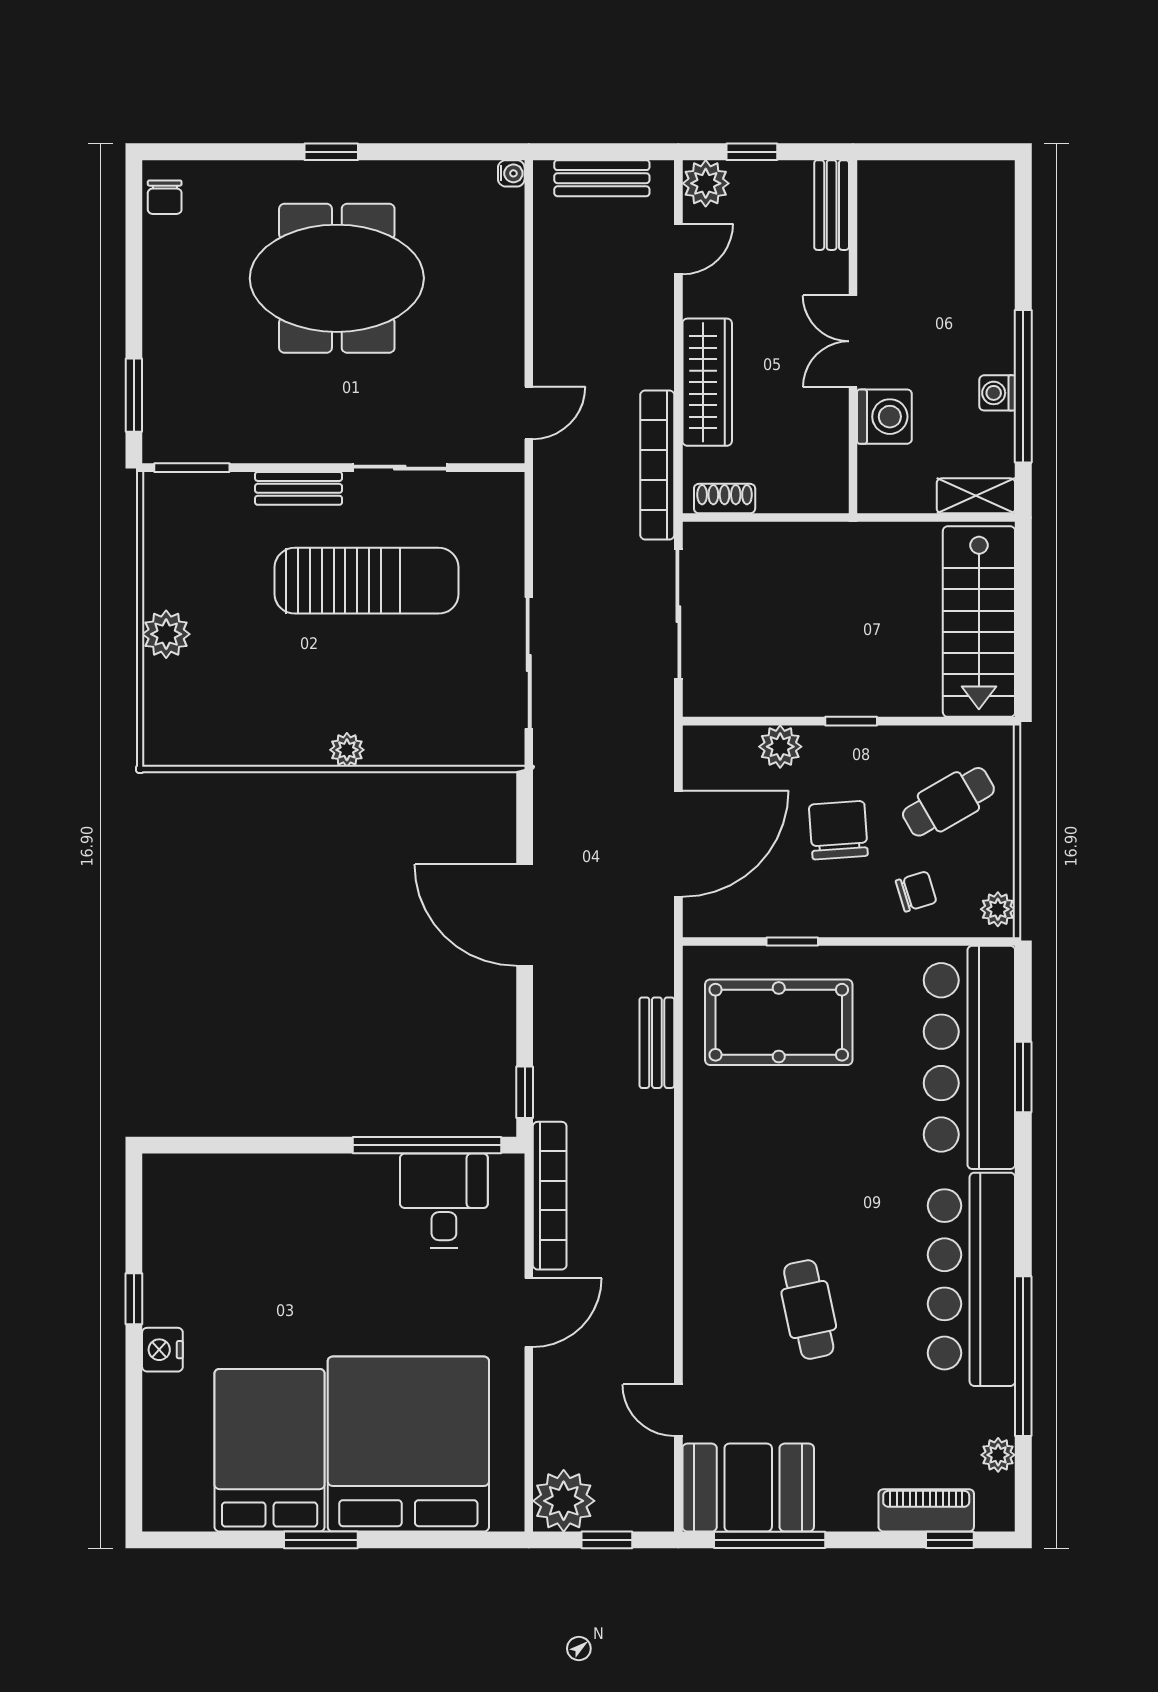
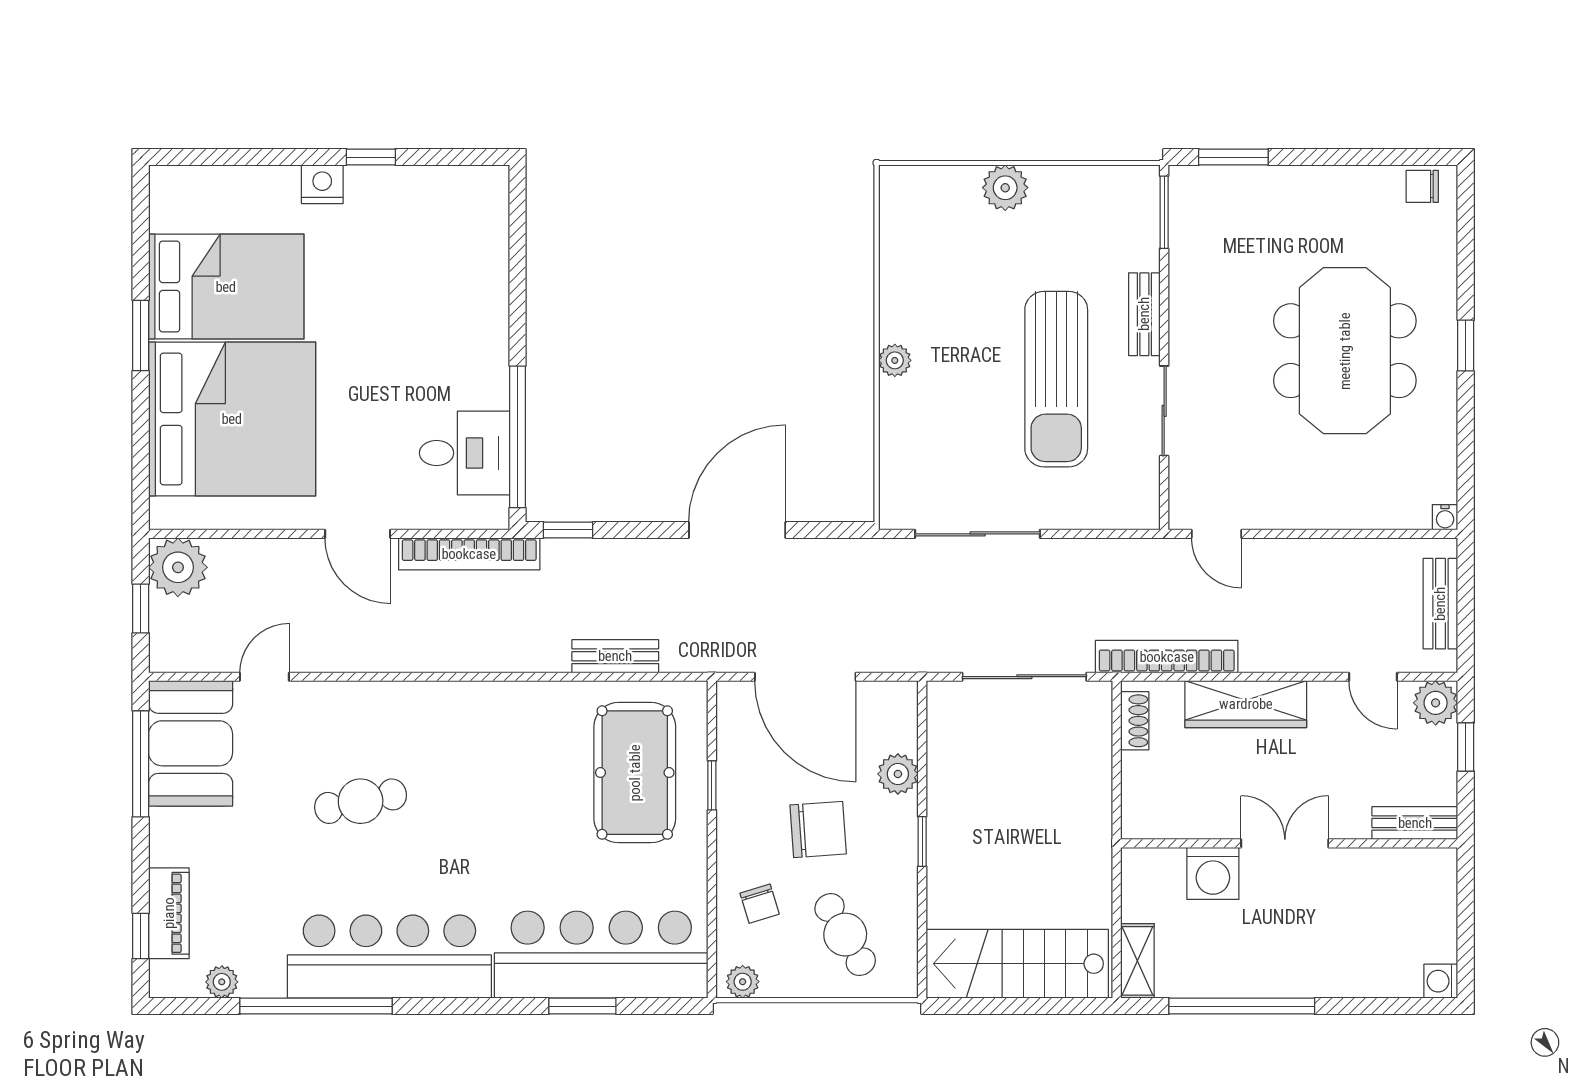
washing machine: (997, 393) -> (1441, 981), moved, turned -90

